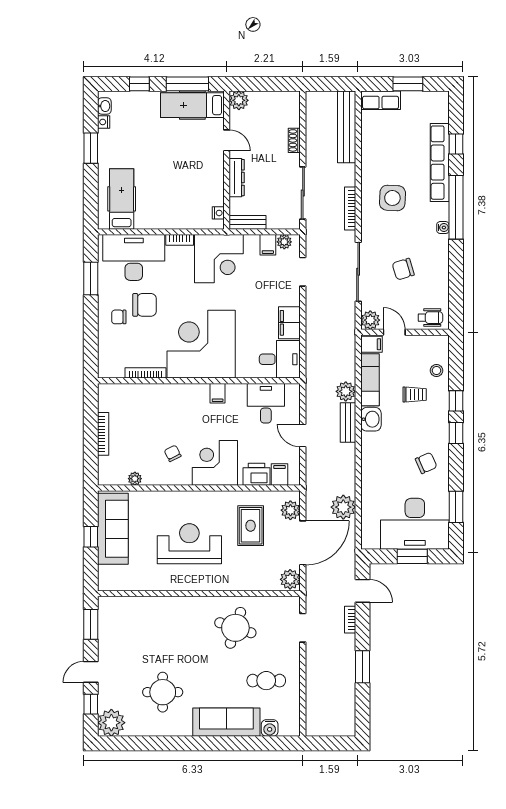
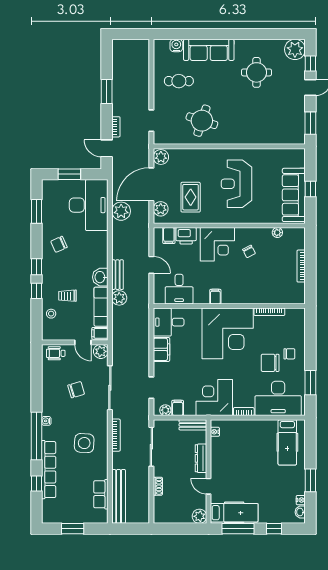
row of seats: (381, 100) -> (101, 494), moved, turned -90
desk: (415, 524) -> (89, 205), moved, turned 90
reception desk: (189, 544) -> (236, 184), turned 90

